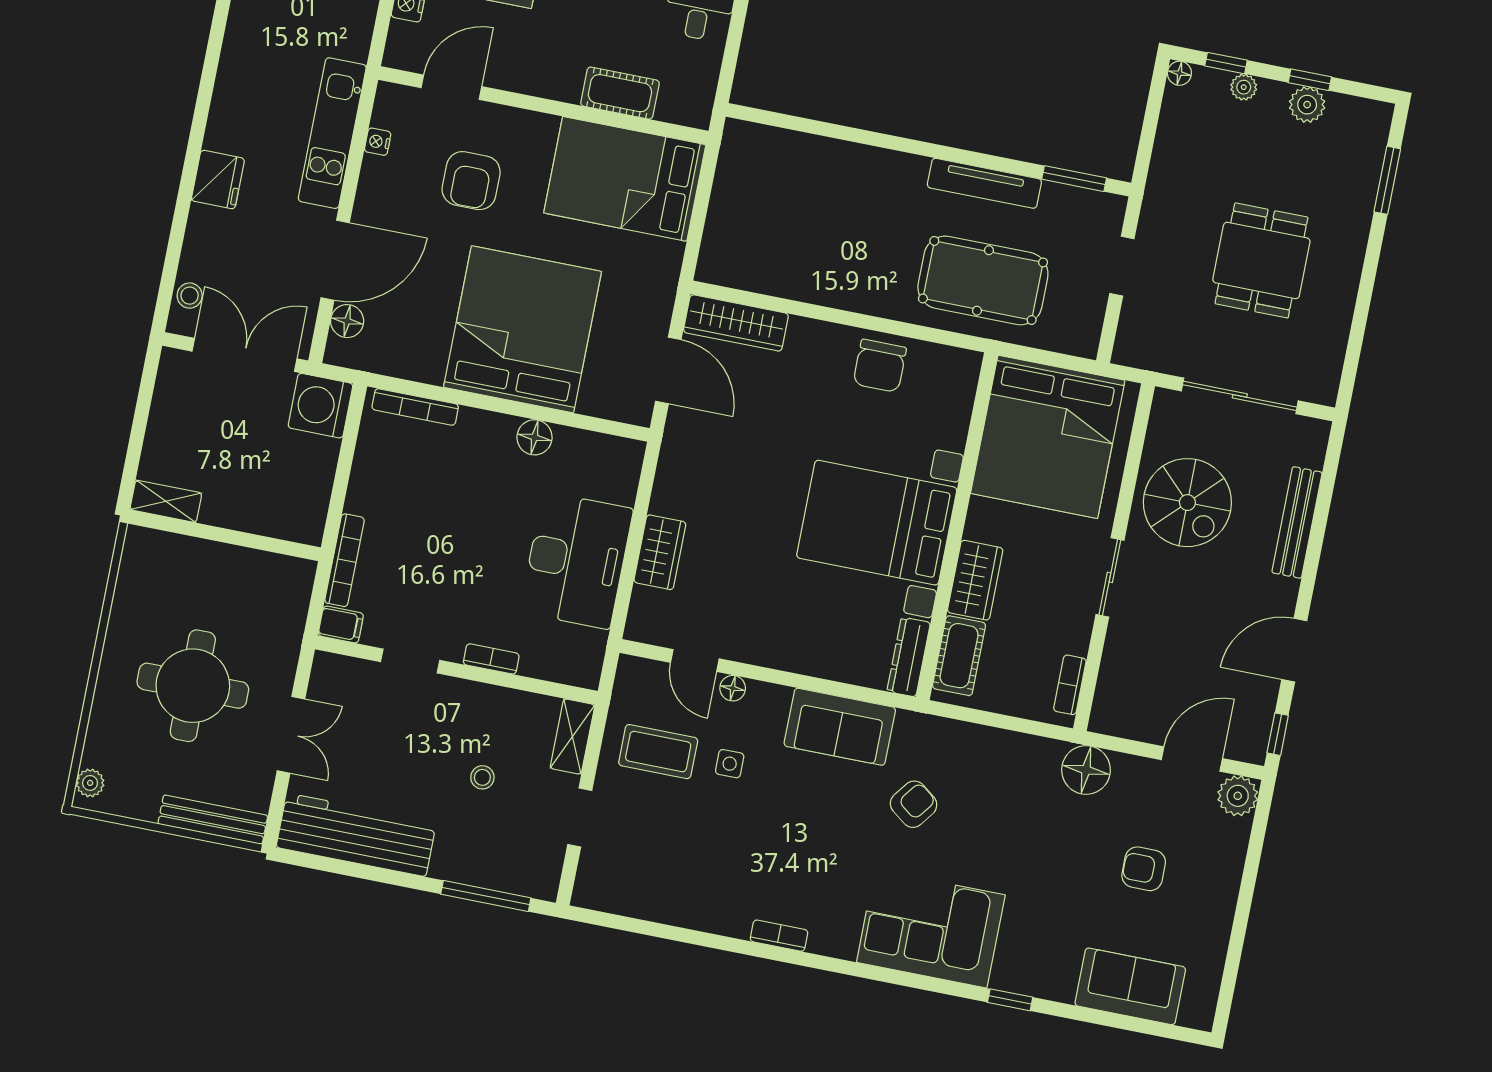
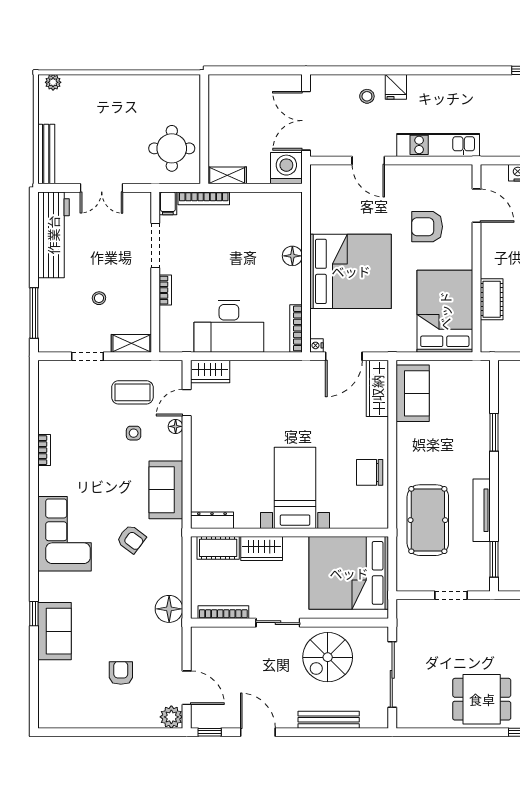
window: (853, 135) -> (494, 432), added
nightstand: (378, 142) -> (317, 345), moved, turned -90
fridge: (218, 180) -> (396, 87), width x0.72
door: (335, 260) -> (368, 160), width x0.73
dining table: (1261, 260) -> (482, 699), moved
sofa: (757, 263) -> (413, 393), added
stool: (190, 296) -> (367, 96), moved
floor lamp: (347, 321) -> (336, 174), removed
double door: (244, 355) -> (306, 121), swing flipped
bookcase: (415, 407) -> (296, 328), moved
floor lamp: (534, 437) -> (292, 256), moved
shelving: (166, 501) -> (227, 175), moved, turned 90
bed with nightstands: (877, 523) -> (295, 488), width x0.73
wardrobe: (660, 552) -> (210, 372), moved
doorway: (410, 661) -> (155, 246), width x1.38
bookcase: (1070, 685) -> (223, 612), width x1.56
round table: (193, 686) -> (172, 148), moved, width x0.73, depth x0.73
coffee table: (658, 752) -> (132, 392), turned 90
floor lamp: (1086, 770) -> (169, 609), moved
corner sofa: (931, 929) -> (65, 534), moved
bookcase: (779, 936) -> (44, 450), moved
sofa: (1130, 986) -> (54, 631), moved

